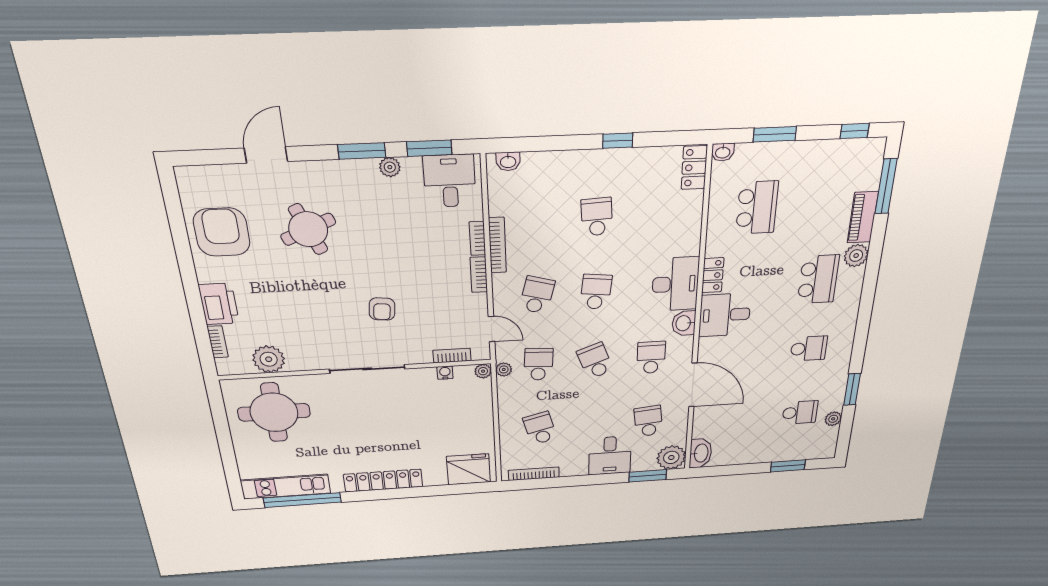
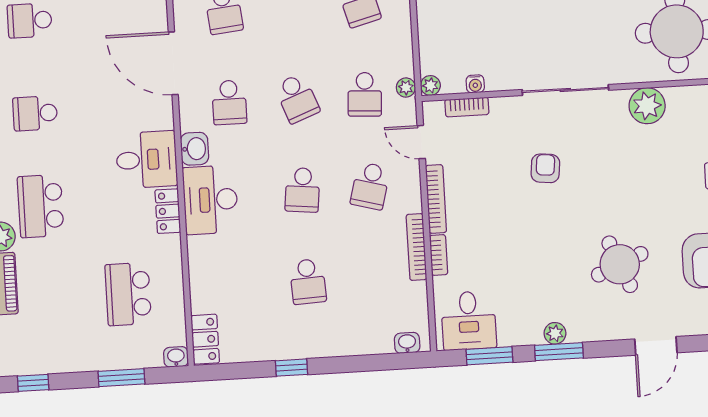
plant: (390, 167) -> (555, 333), moved
bookcase: (479, 275) -> (436, 199), width x1.56
plant: (269, 359) -> (647, 106), moved

